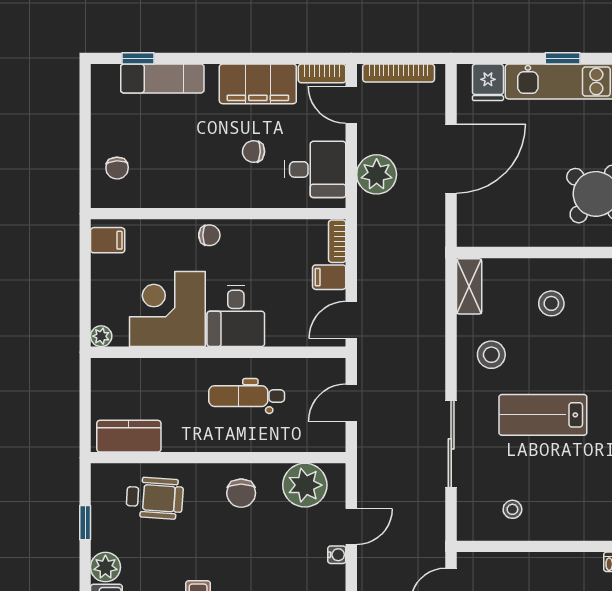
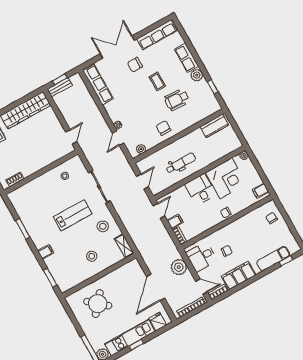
plant: (305, 485) -> (141, 149), width x0.53, depth x0.53
wheelchair: (155, 498) -> (177, 100), moved

